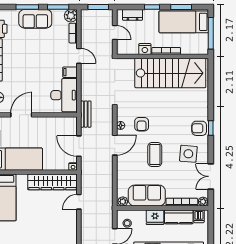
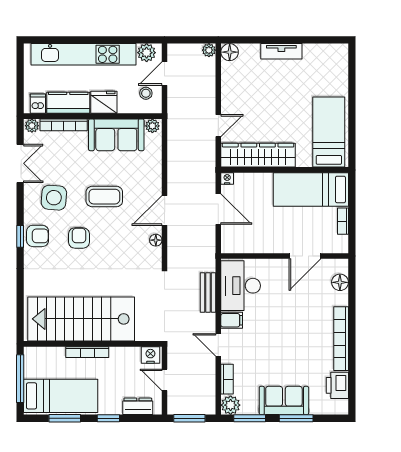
nightstand: (145, 49) -> (150, 355), moved
bench: (86, 114) -> (208, 293), moved
armchair: (142, 124) -> (79, 238), moved
coffee table: (155, 154) -> (104, 197), turned 90

